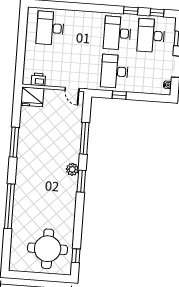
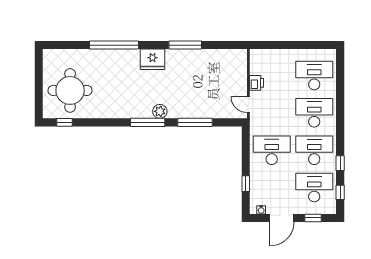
desk: (84, 31) -> (314, 113), added
printer: (38, 79) -> (257, 83), moved
door: (72, 89) -> (248, 105), hinge flipped
window: (119, 95) -> (246, 184), moved
fridge: (32, 97) -> (153, 59), moved, turned -90
window: (81, 181) -> (148, 122), width x1.44

